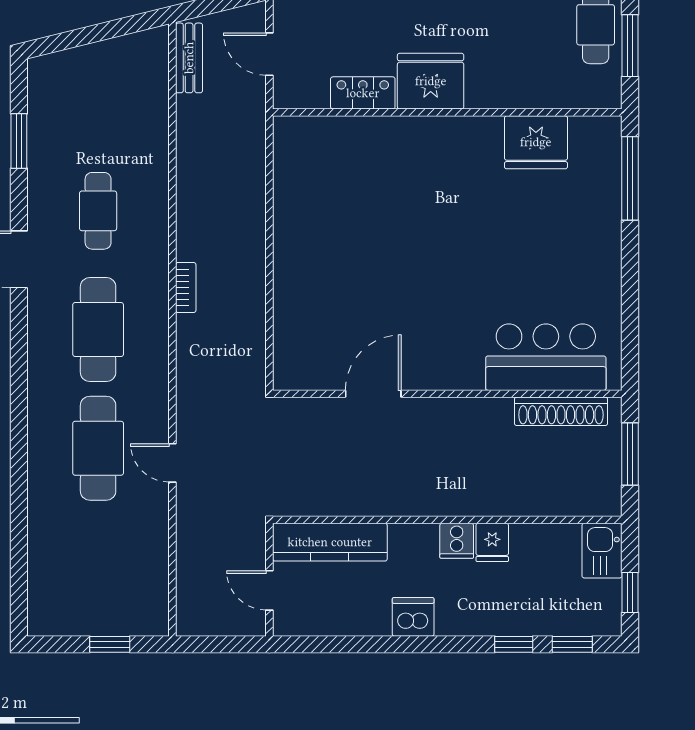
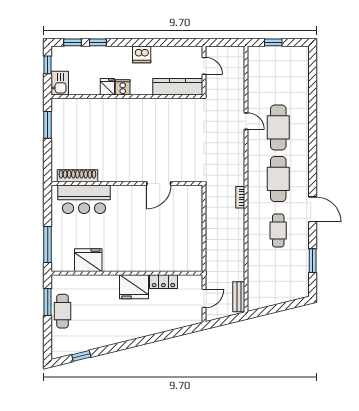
door: (269, 54) -> (204, 298), hinge flipped
bar counter: (546, 357) -> (84, 199), moved
door: (373, 394) -> (159, 183), moved
wall: (447, 394) -> (127, 183), moved
shoe rack: (561, 411) -> (77, 176), moved

